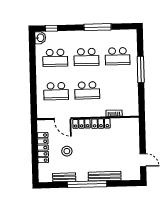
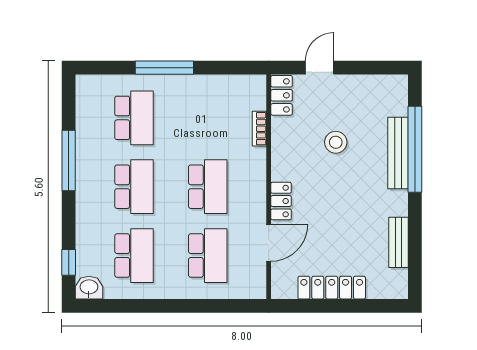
locker: (101, 124) -> (282, 95), moved
stool: (67, 151) -> (336, 142), moved
door: (143, 160) -> (320, 68), moved
window: (87, 184) -> (415, 149), moved

